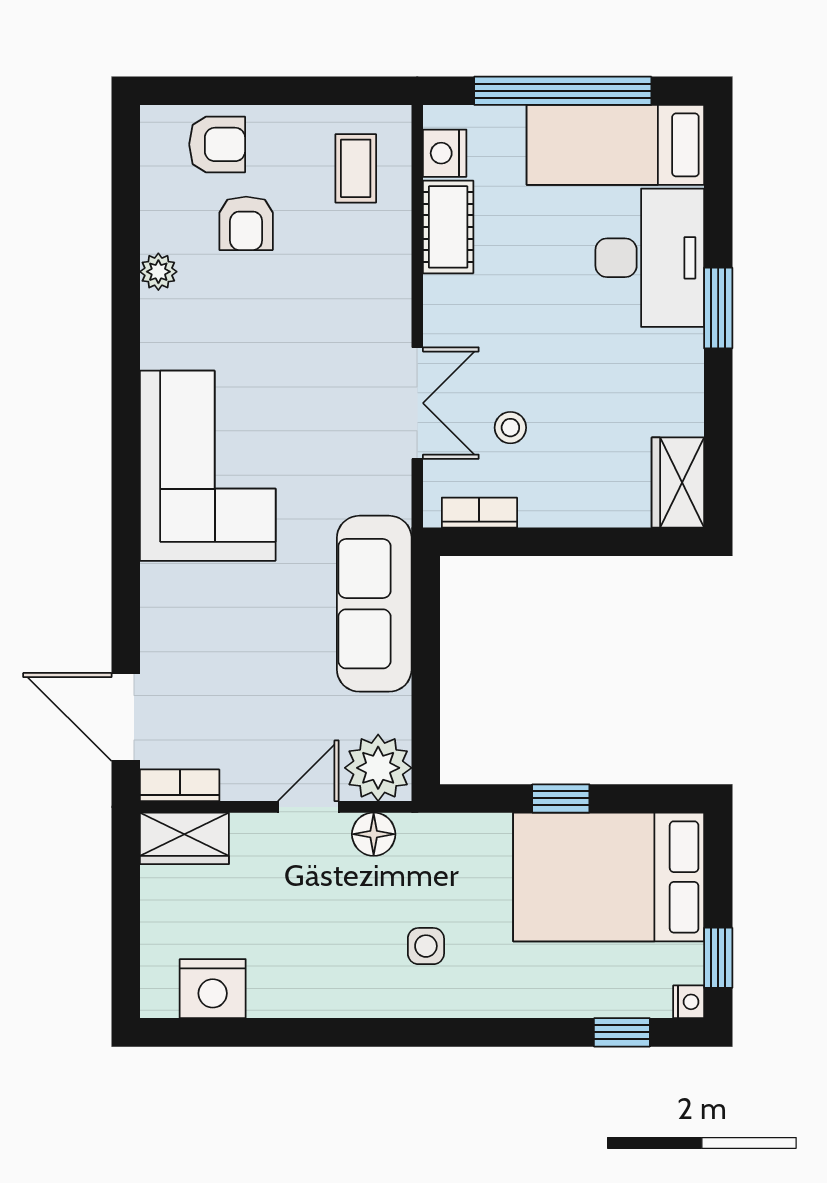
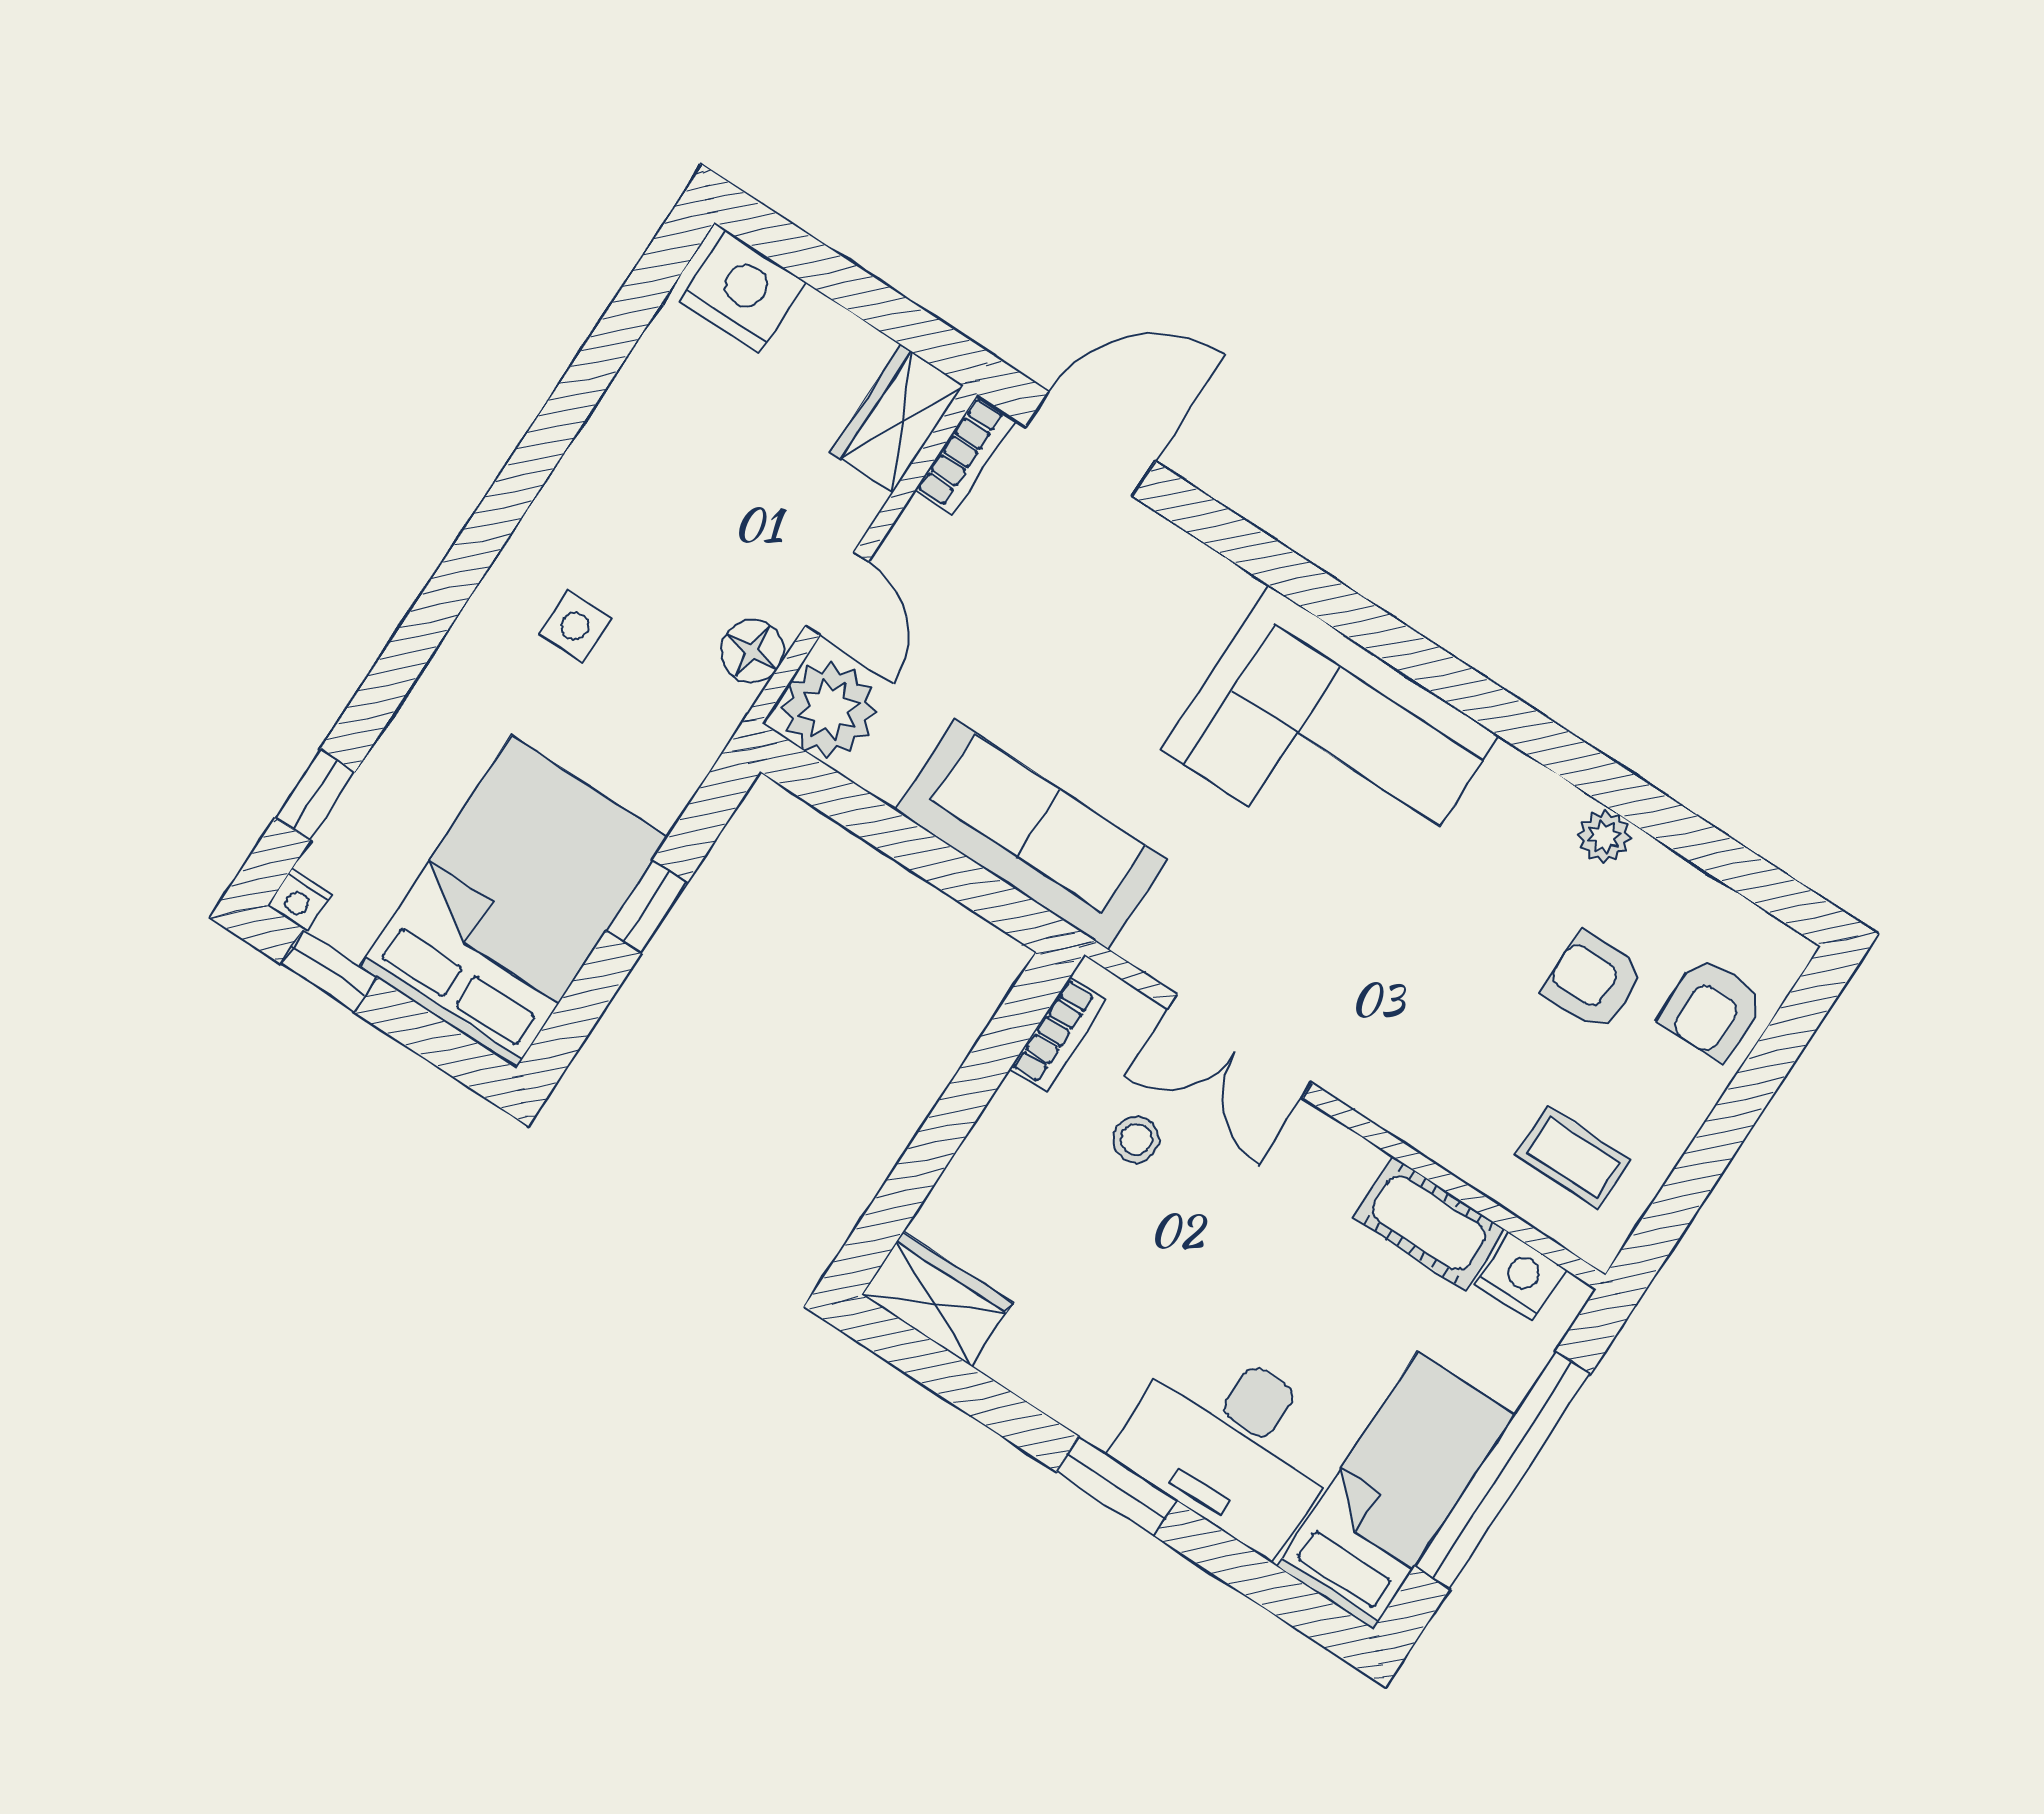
nightstand: (213, 989) -> (742, 292), moved, turned 90

